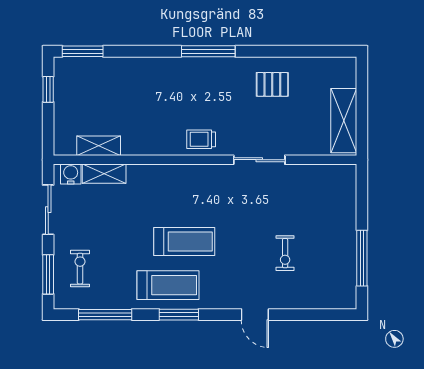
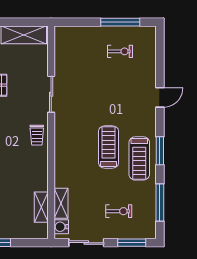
exercise bike: (285, 253) -> (120, 51), moved
exercise bike: (80, 269) -> (119, 211), moved, turned 180
treadmill: (168, 285) -> (139, 158), turned 180

